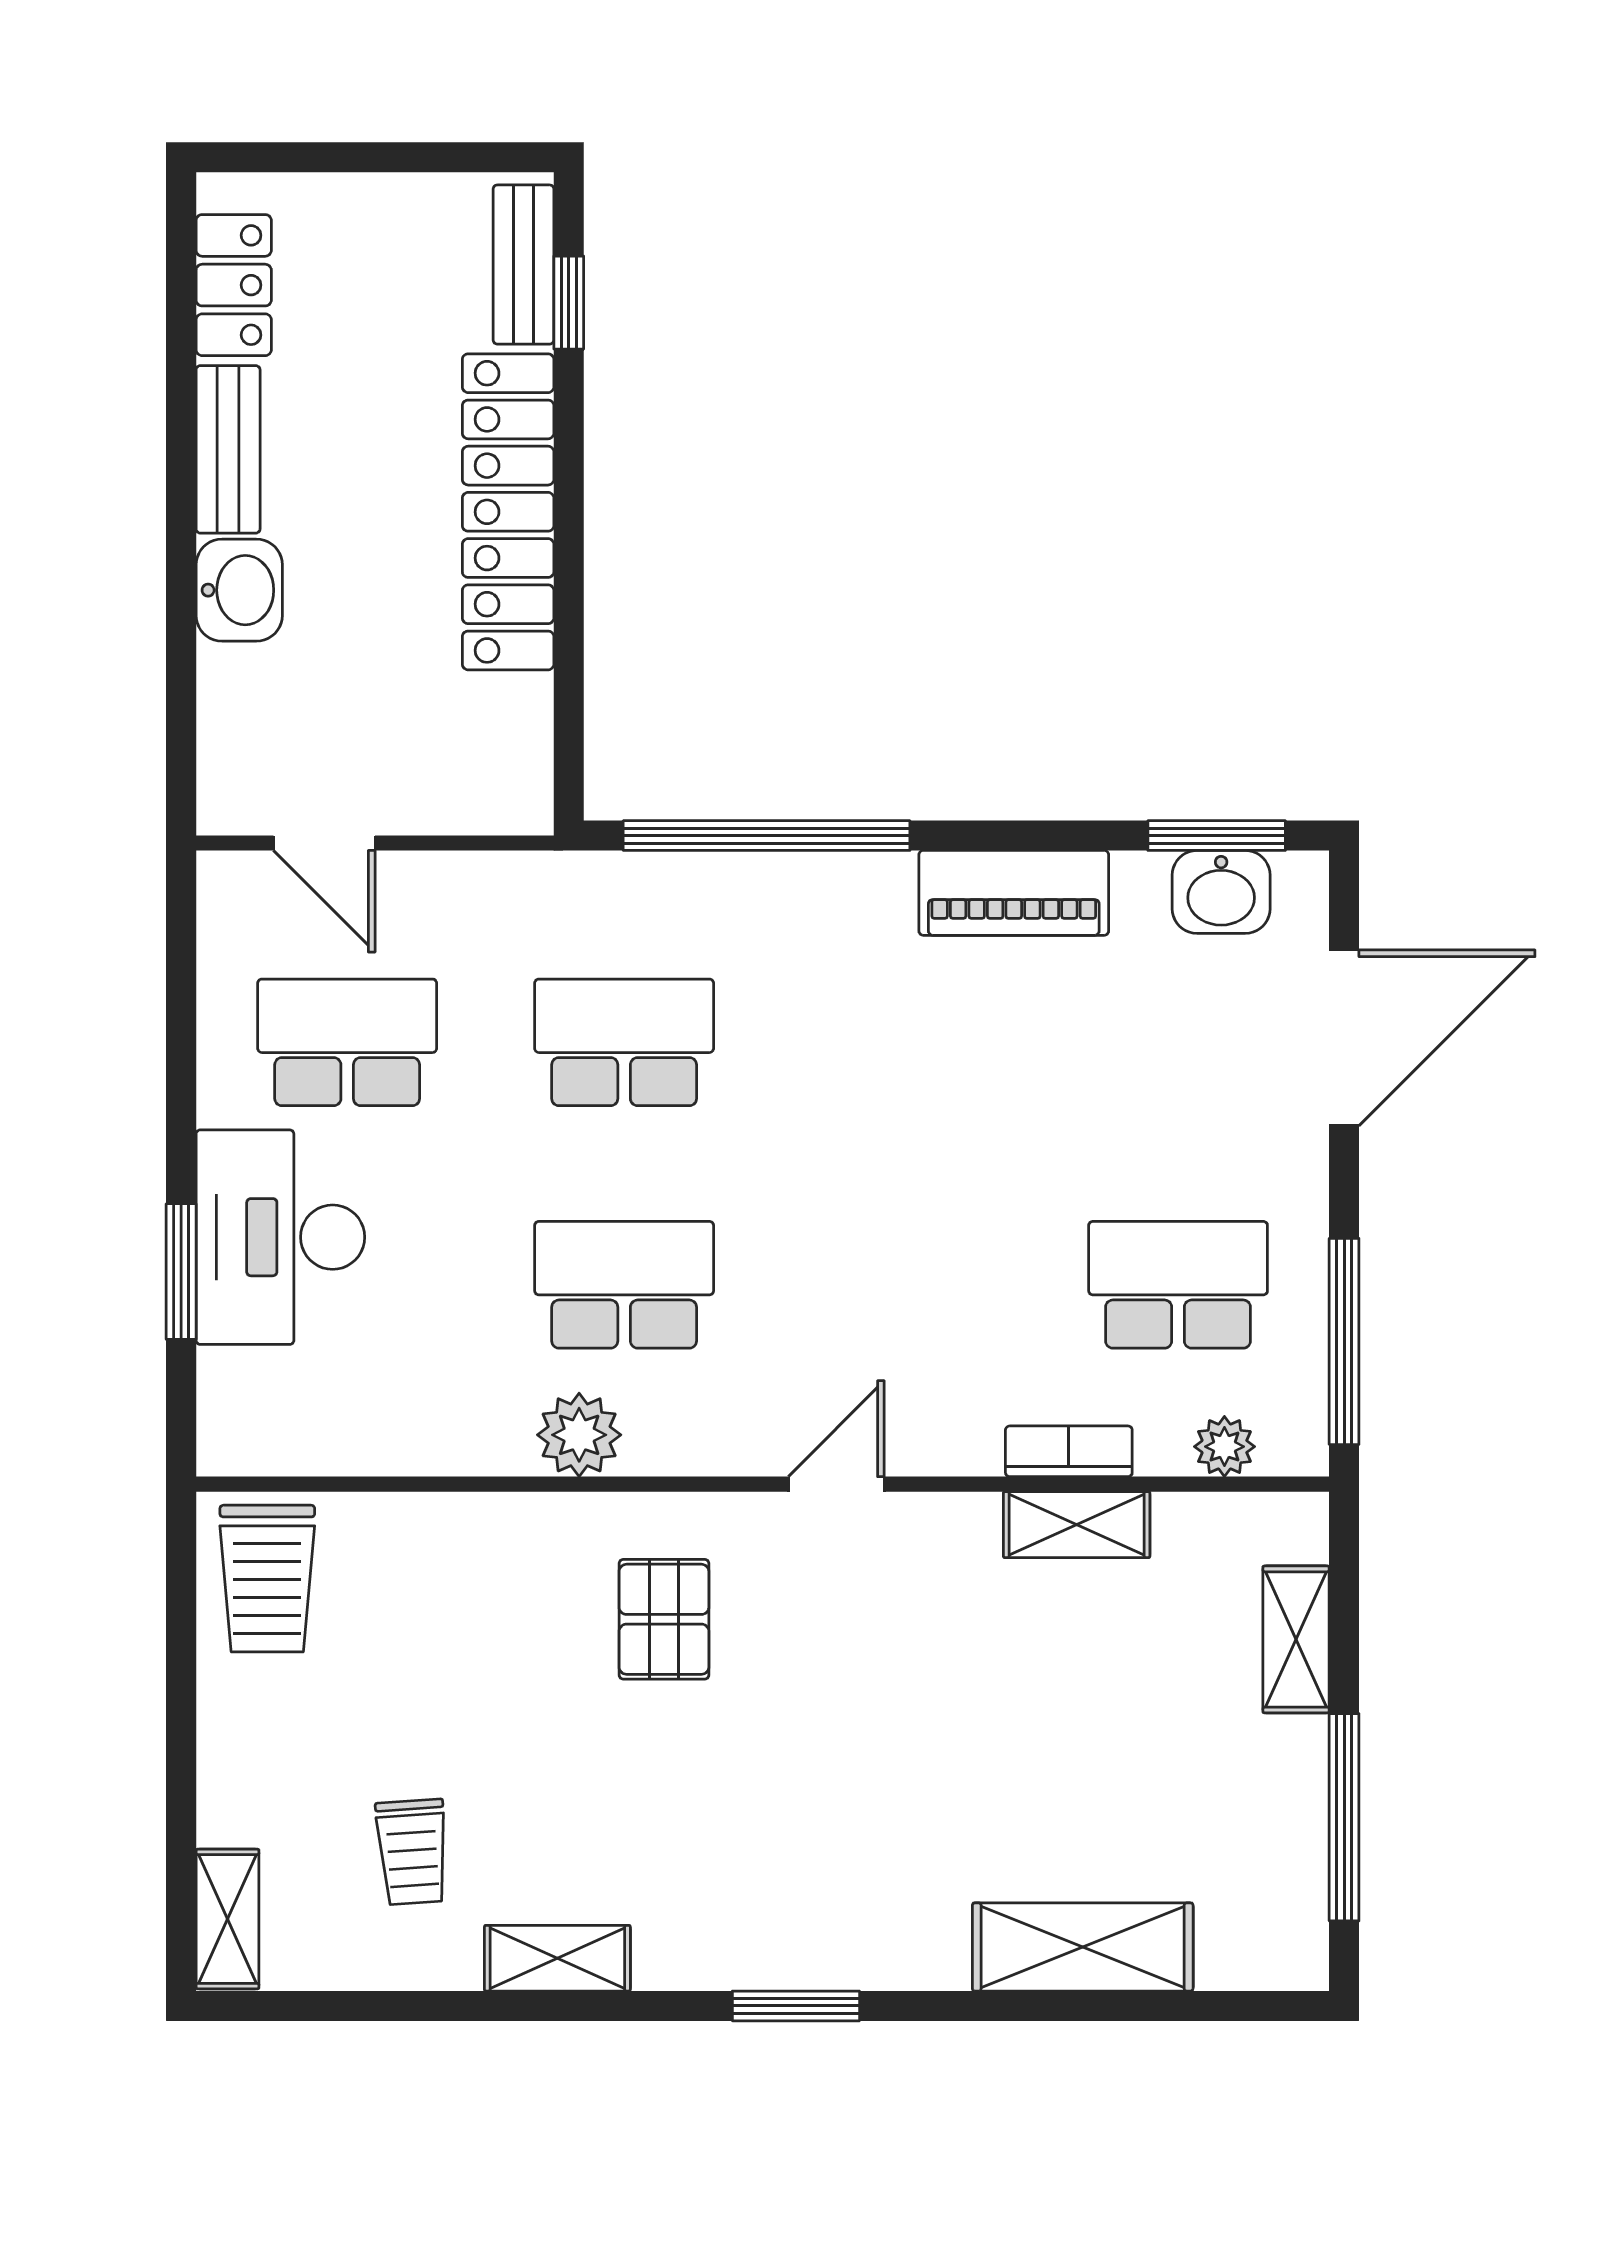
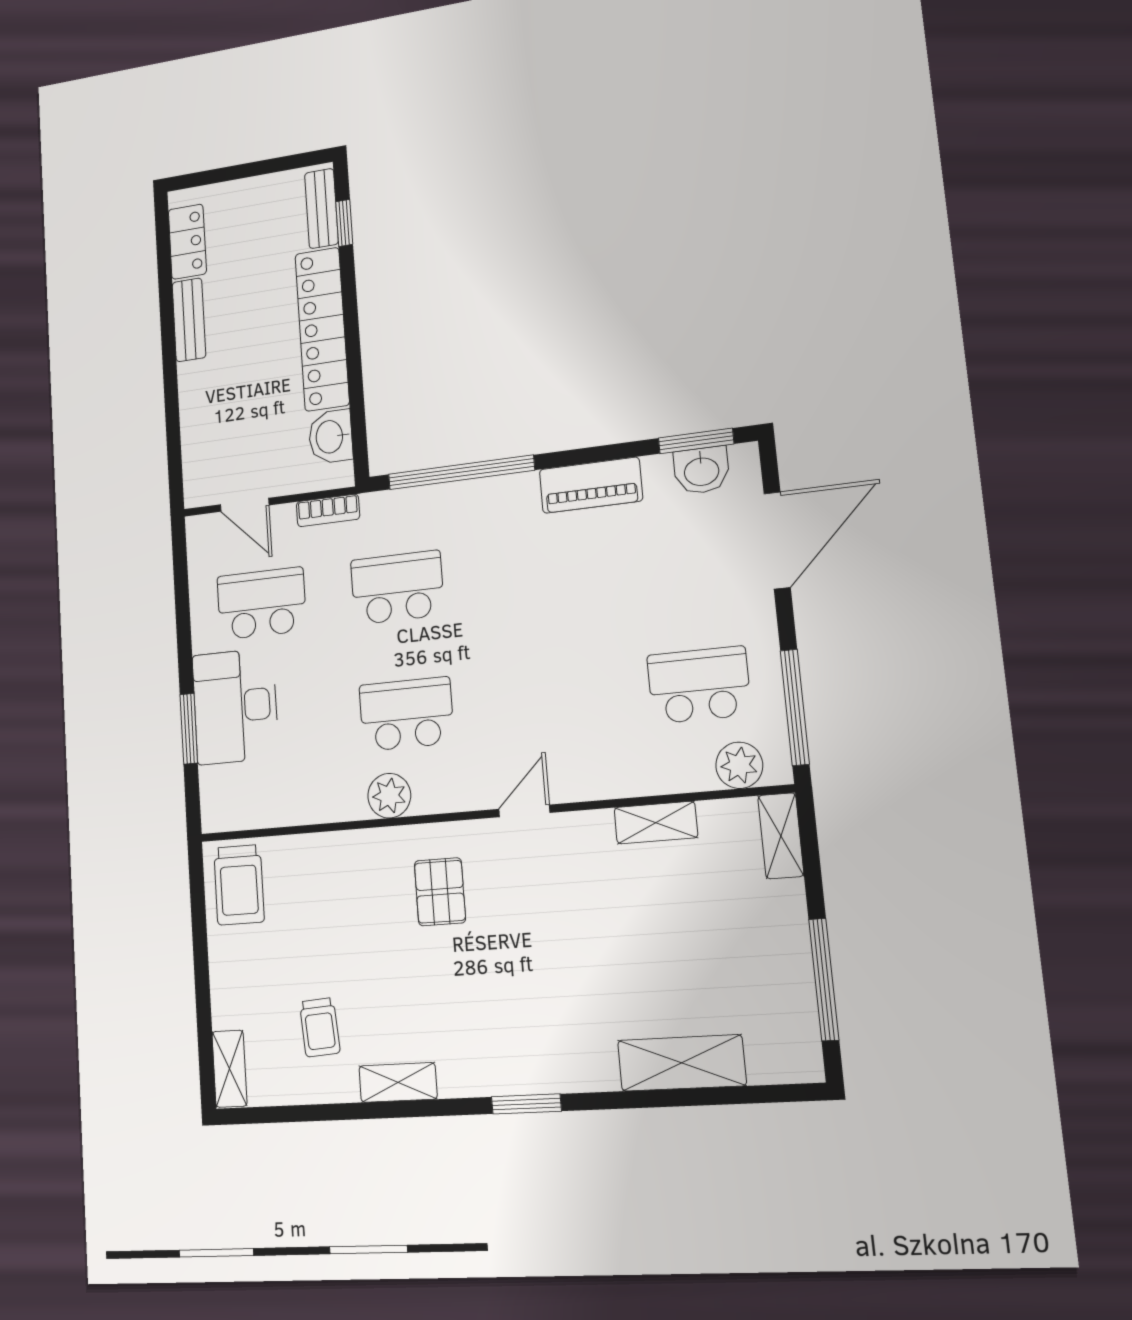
washbasin: (239, 590) -> (331, 437), moved, turned 180
plant: (1224, 1447) -> (739, 765), width x1.38, depth x1.38
bookcase: (1069, 1451) -> (328, 510), moved, turned 180
shelving: (1296, 1639) -> (781, 836), moved

